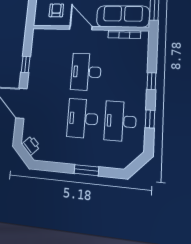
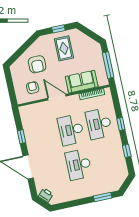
sofa: (123, 16) -> (82, 82), width x0.73
desk: (120, 121) -> (99, 124), moved
window: (86, 170) -> (103, 197), moved

